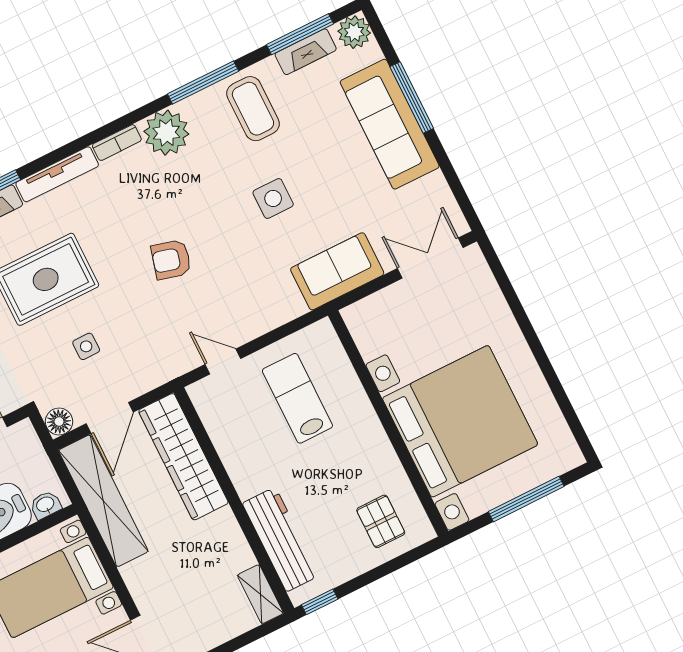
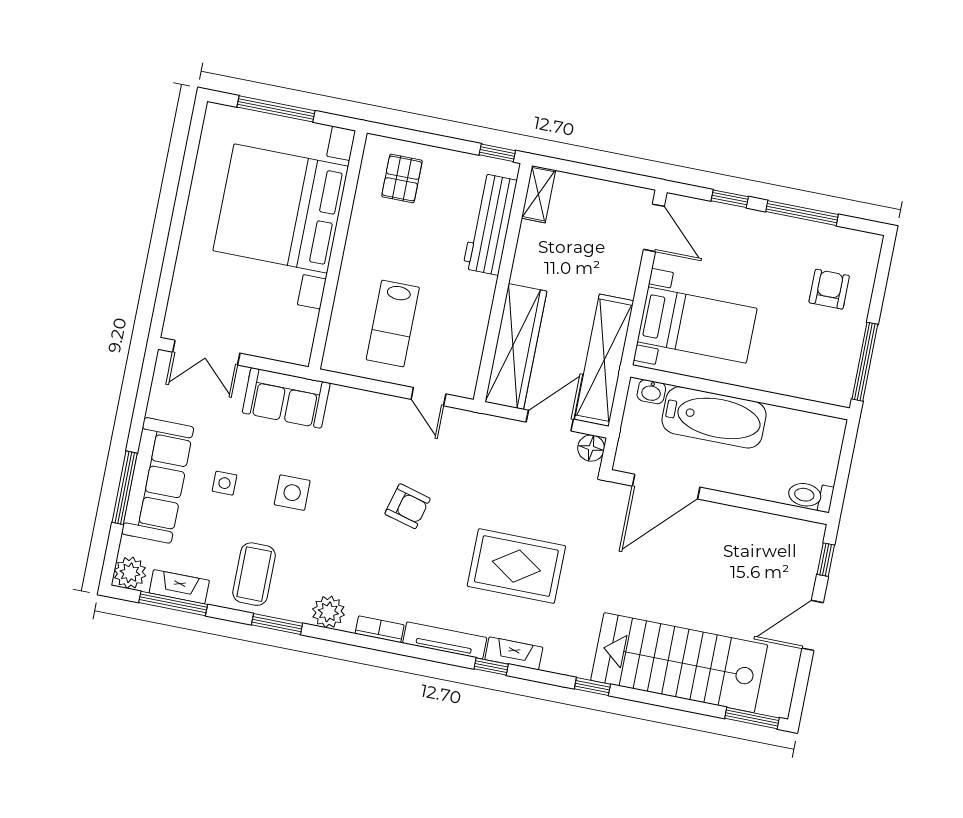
window: (203, 83) -> (277, 624), width x0.69
plant: (166, 133) -> (328, 612), width x0.73, depth x0.73
side table: (86, 346) -> (224, 483), moved

